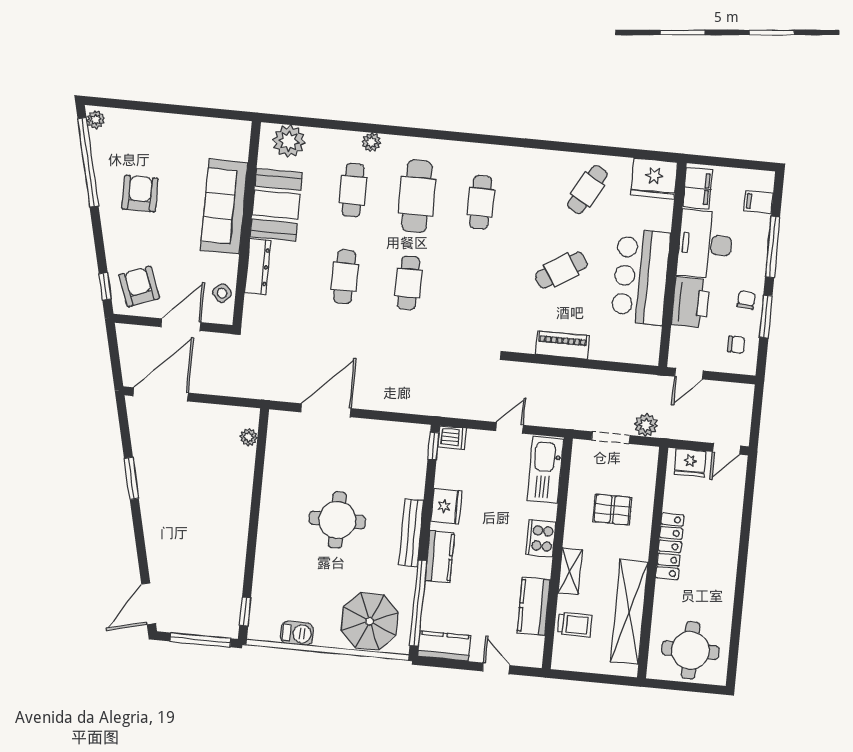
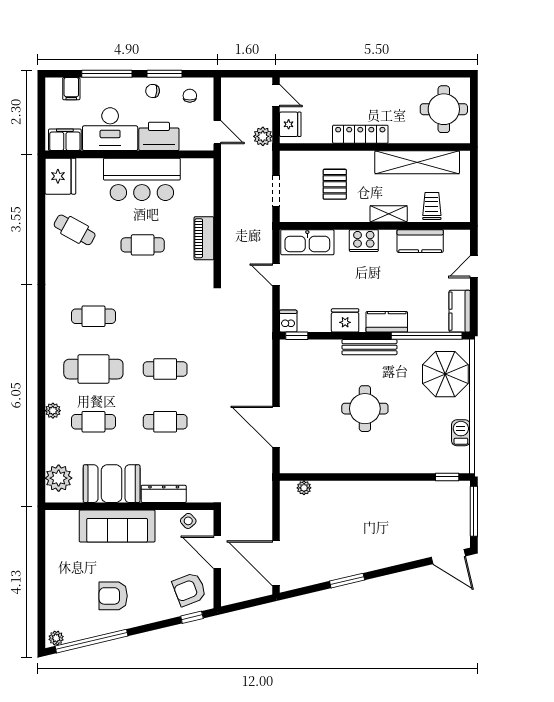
cafe table: (561, 270) -> (143, 245), turned -58
plant: (646, 425) -> (263, 136), moved

